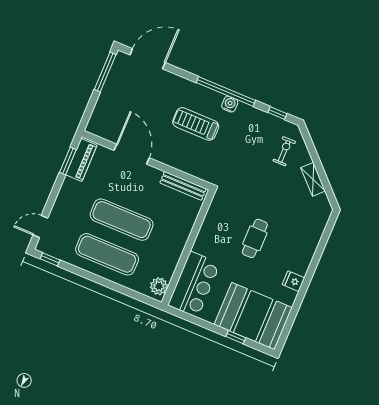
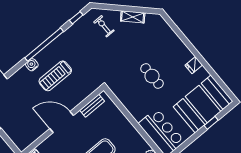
water cooler: (230, 104) -> (32, 65), moved
door: (132, 154) -> (62, 122), moved
bench: (183, 186) -> (92, 106), width x0.73

